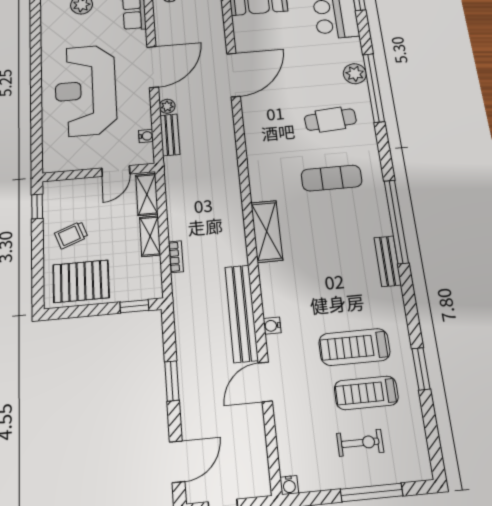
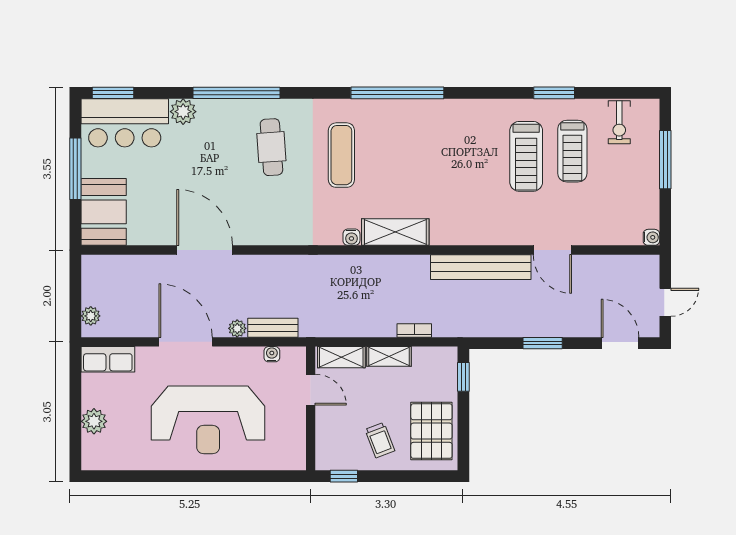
plant: (355, 74) -> (183, 112), moved
bench: (388, 261) -> (440, 109), removed
water cooler: (272, 326) -> (351, 237), moved
exercise bike: (360, 443) -> (619, 122), moved, turned 180

